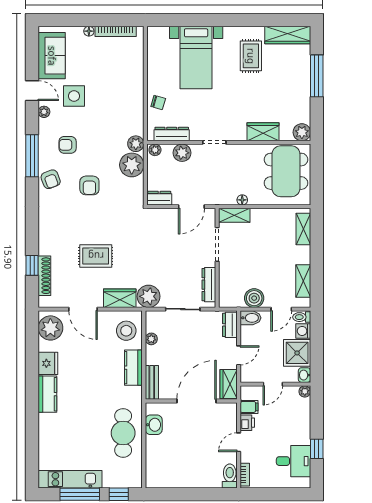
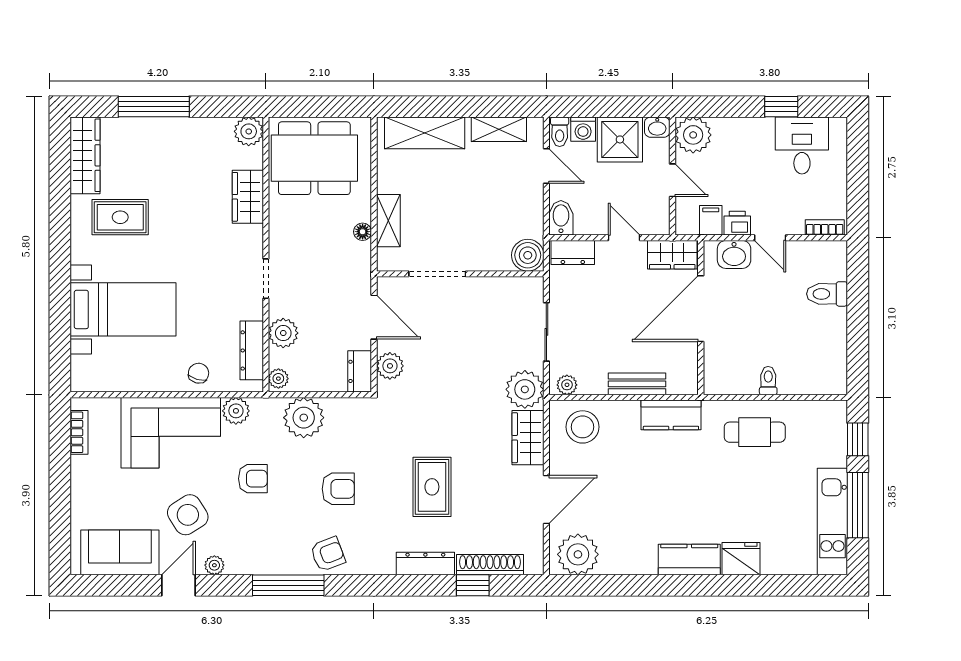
floor lamp: (89, 31) -> (79, 490), removed
bookcase: (116, 31) -> (79, 432), width x0.64
corner sofa: (123, 86) -> (171, 433), added
side table: (74, 96) -> (188, 515), turned -32
plant: (136, 144) -> (236, 411), moved
armchair: (68, 145) -> (253, 479), moved, turned -90
shelving: (234, 215) -> (388, 221), moved
plant: (162, 216) -> (390, 366), added
shelving: (303, 229) -> (425, 133), width x1.50, depth x1.33
rug: (96, 256) -> (432, 487), moved
dresser: (209, 285) -> (425, 564), moved, turned 180
boiler: (254, 298) -> (528, 255), moved
plant: (151, 339) -> (567, 385), moved
fridge: (48, 363) -> (741, 559), moved
kitchen counter: (133, 368) -> (671, 415), moved
bench: (152, 382) -> (637, 384), moved
plant: (305, 391) -> (693, 135), width x1.87, depth x1.87
door: (196, 401) -> (701, 309), hinge flipped
washbasin: (154, 425) -> (734, 254), moved, turned 180
cafe table: (123, 433) -> (755, 432), width x0.73, depth x0.74
toilet: (154, 441) -> (768, 381), added
toilet: (230, 476) -> (827, 294), moved

